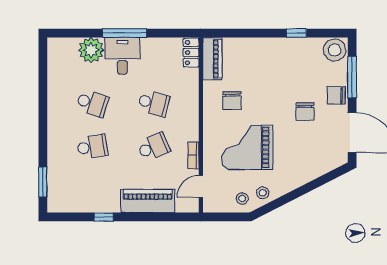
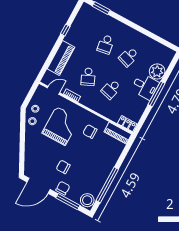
window: (296, 33) -> (107, 185), width x3.17
door: (201, 186) -> (53, 90), hinge flipped

